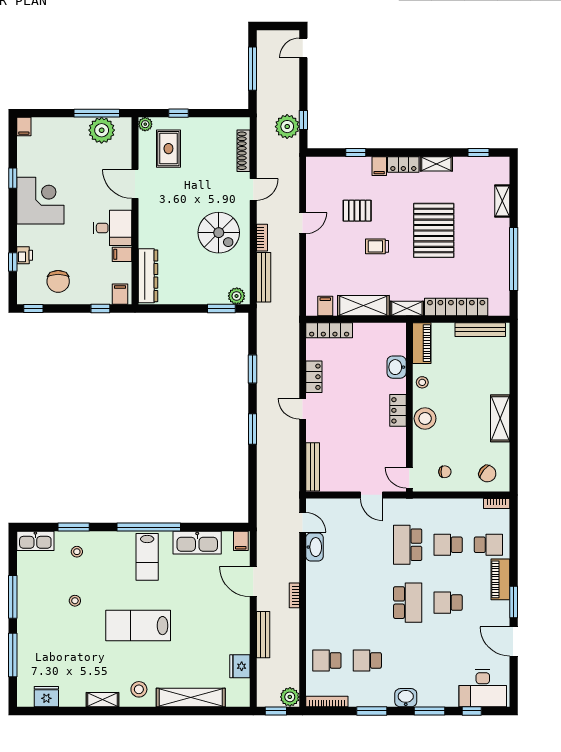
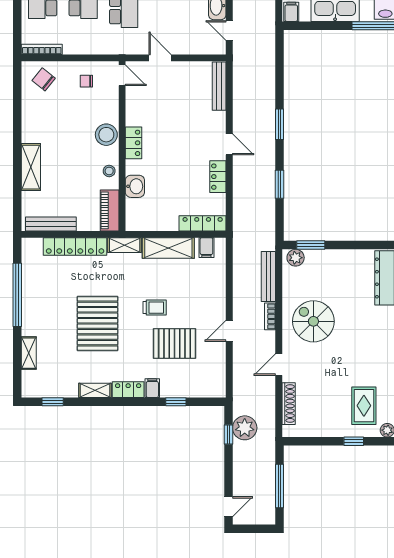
pallet: (357, 211) -> (174, 343), width x1.50, depth x1.42
shelving: (500, 418) -> (31, 167), moved
bookcase: (497, 503) -> (42, 49), width x1.56

